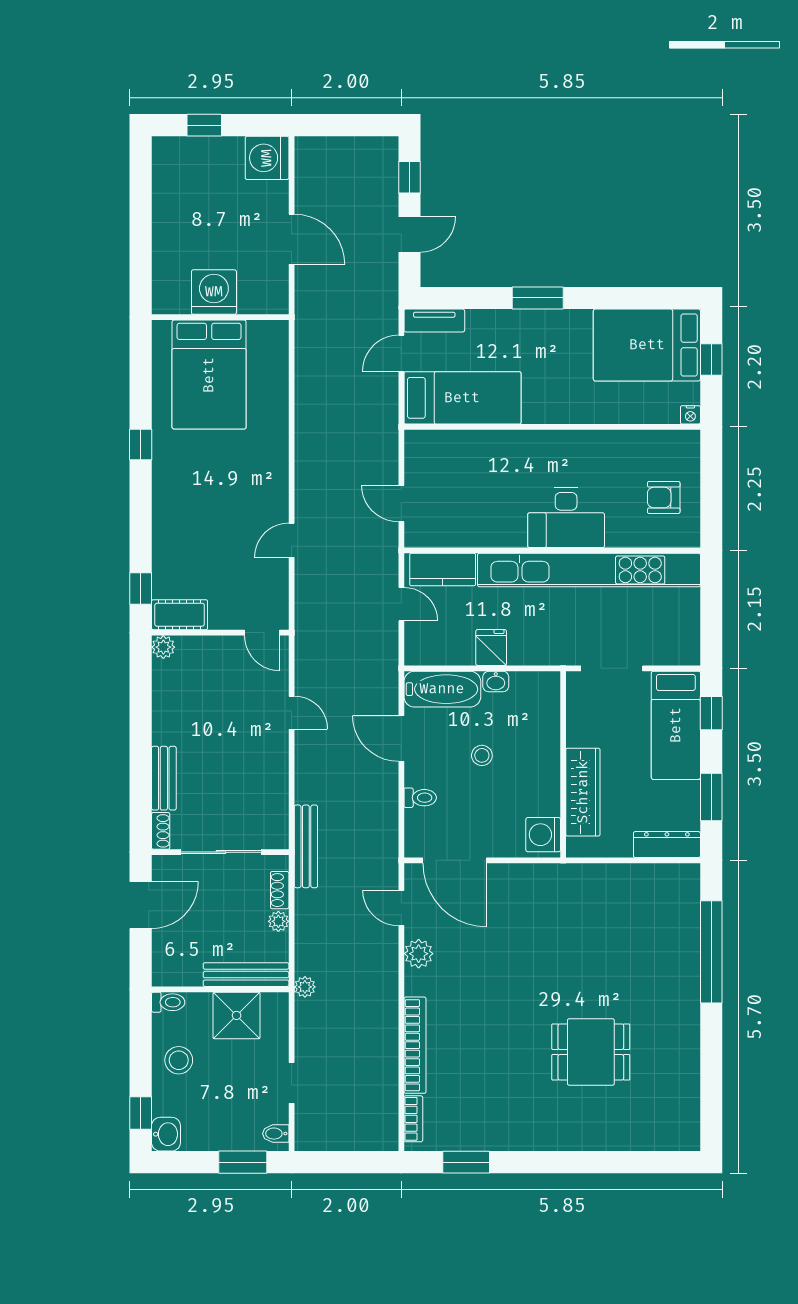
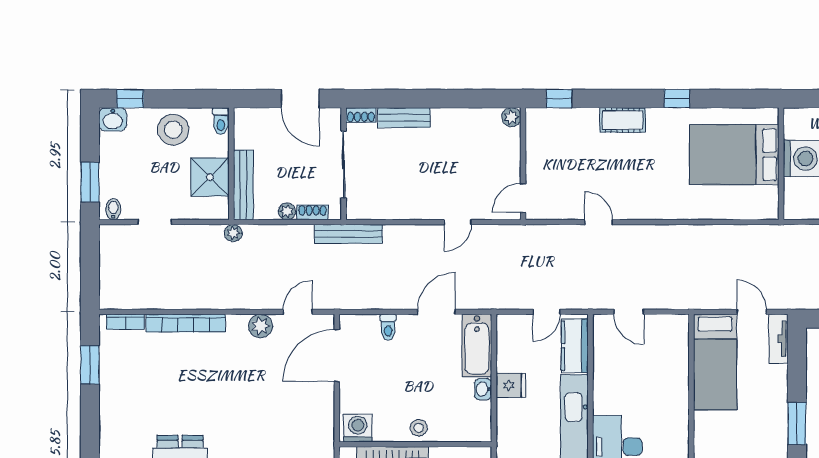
door: (401, 503) -> (629, 312), swing flipped
cot: (180, 615) -> (622, 120), moved, turned 90
stool: (482, 755) -> (419, 428), moved
stool: (179, 1060) -> (173, 130), width x1.38, depth x1.38

